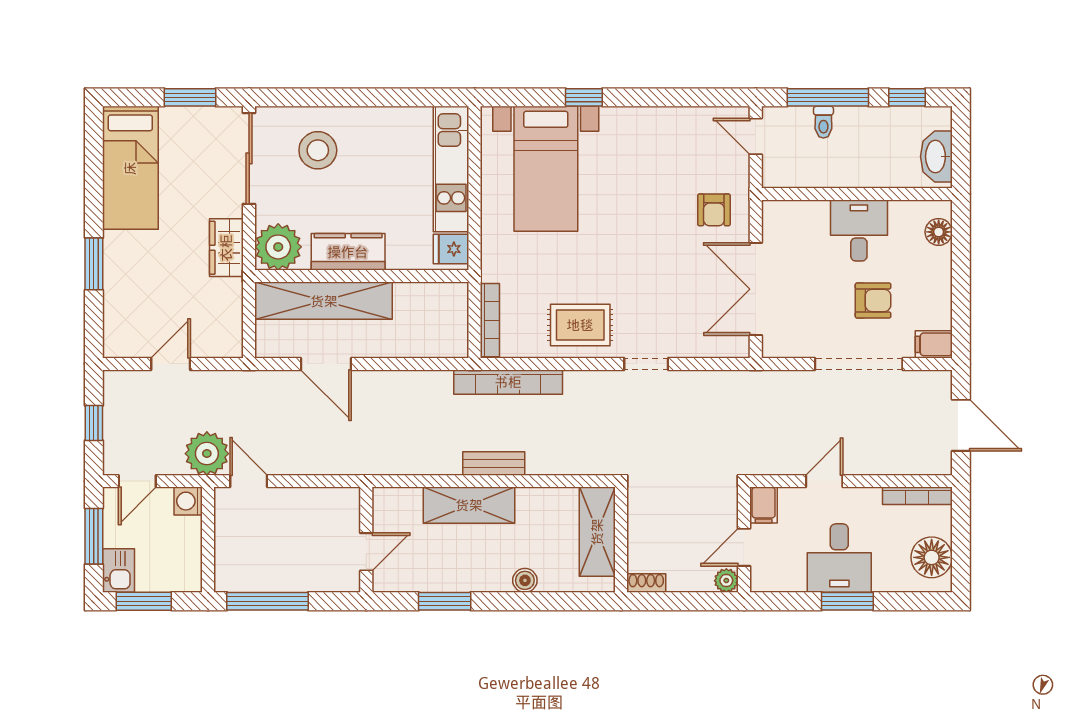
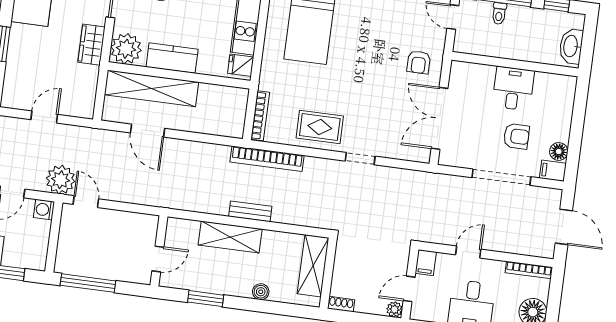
floor lamp: (939, 232) -> (559, 151), moved

